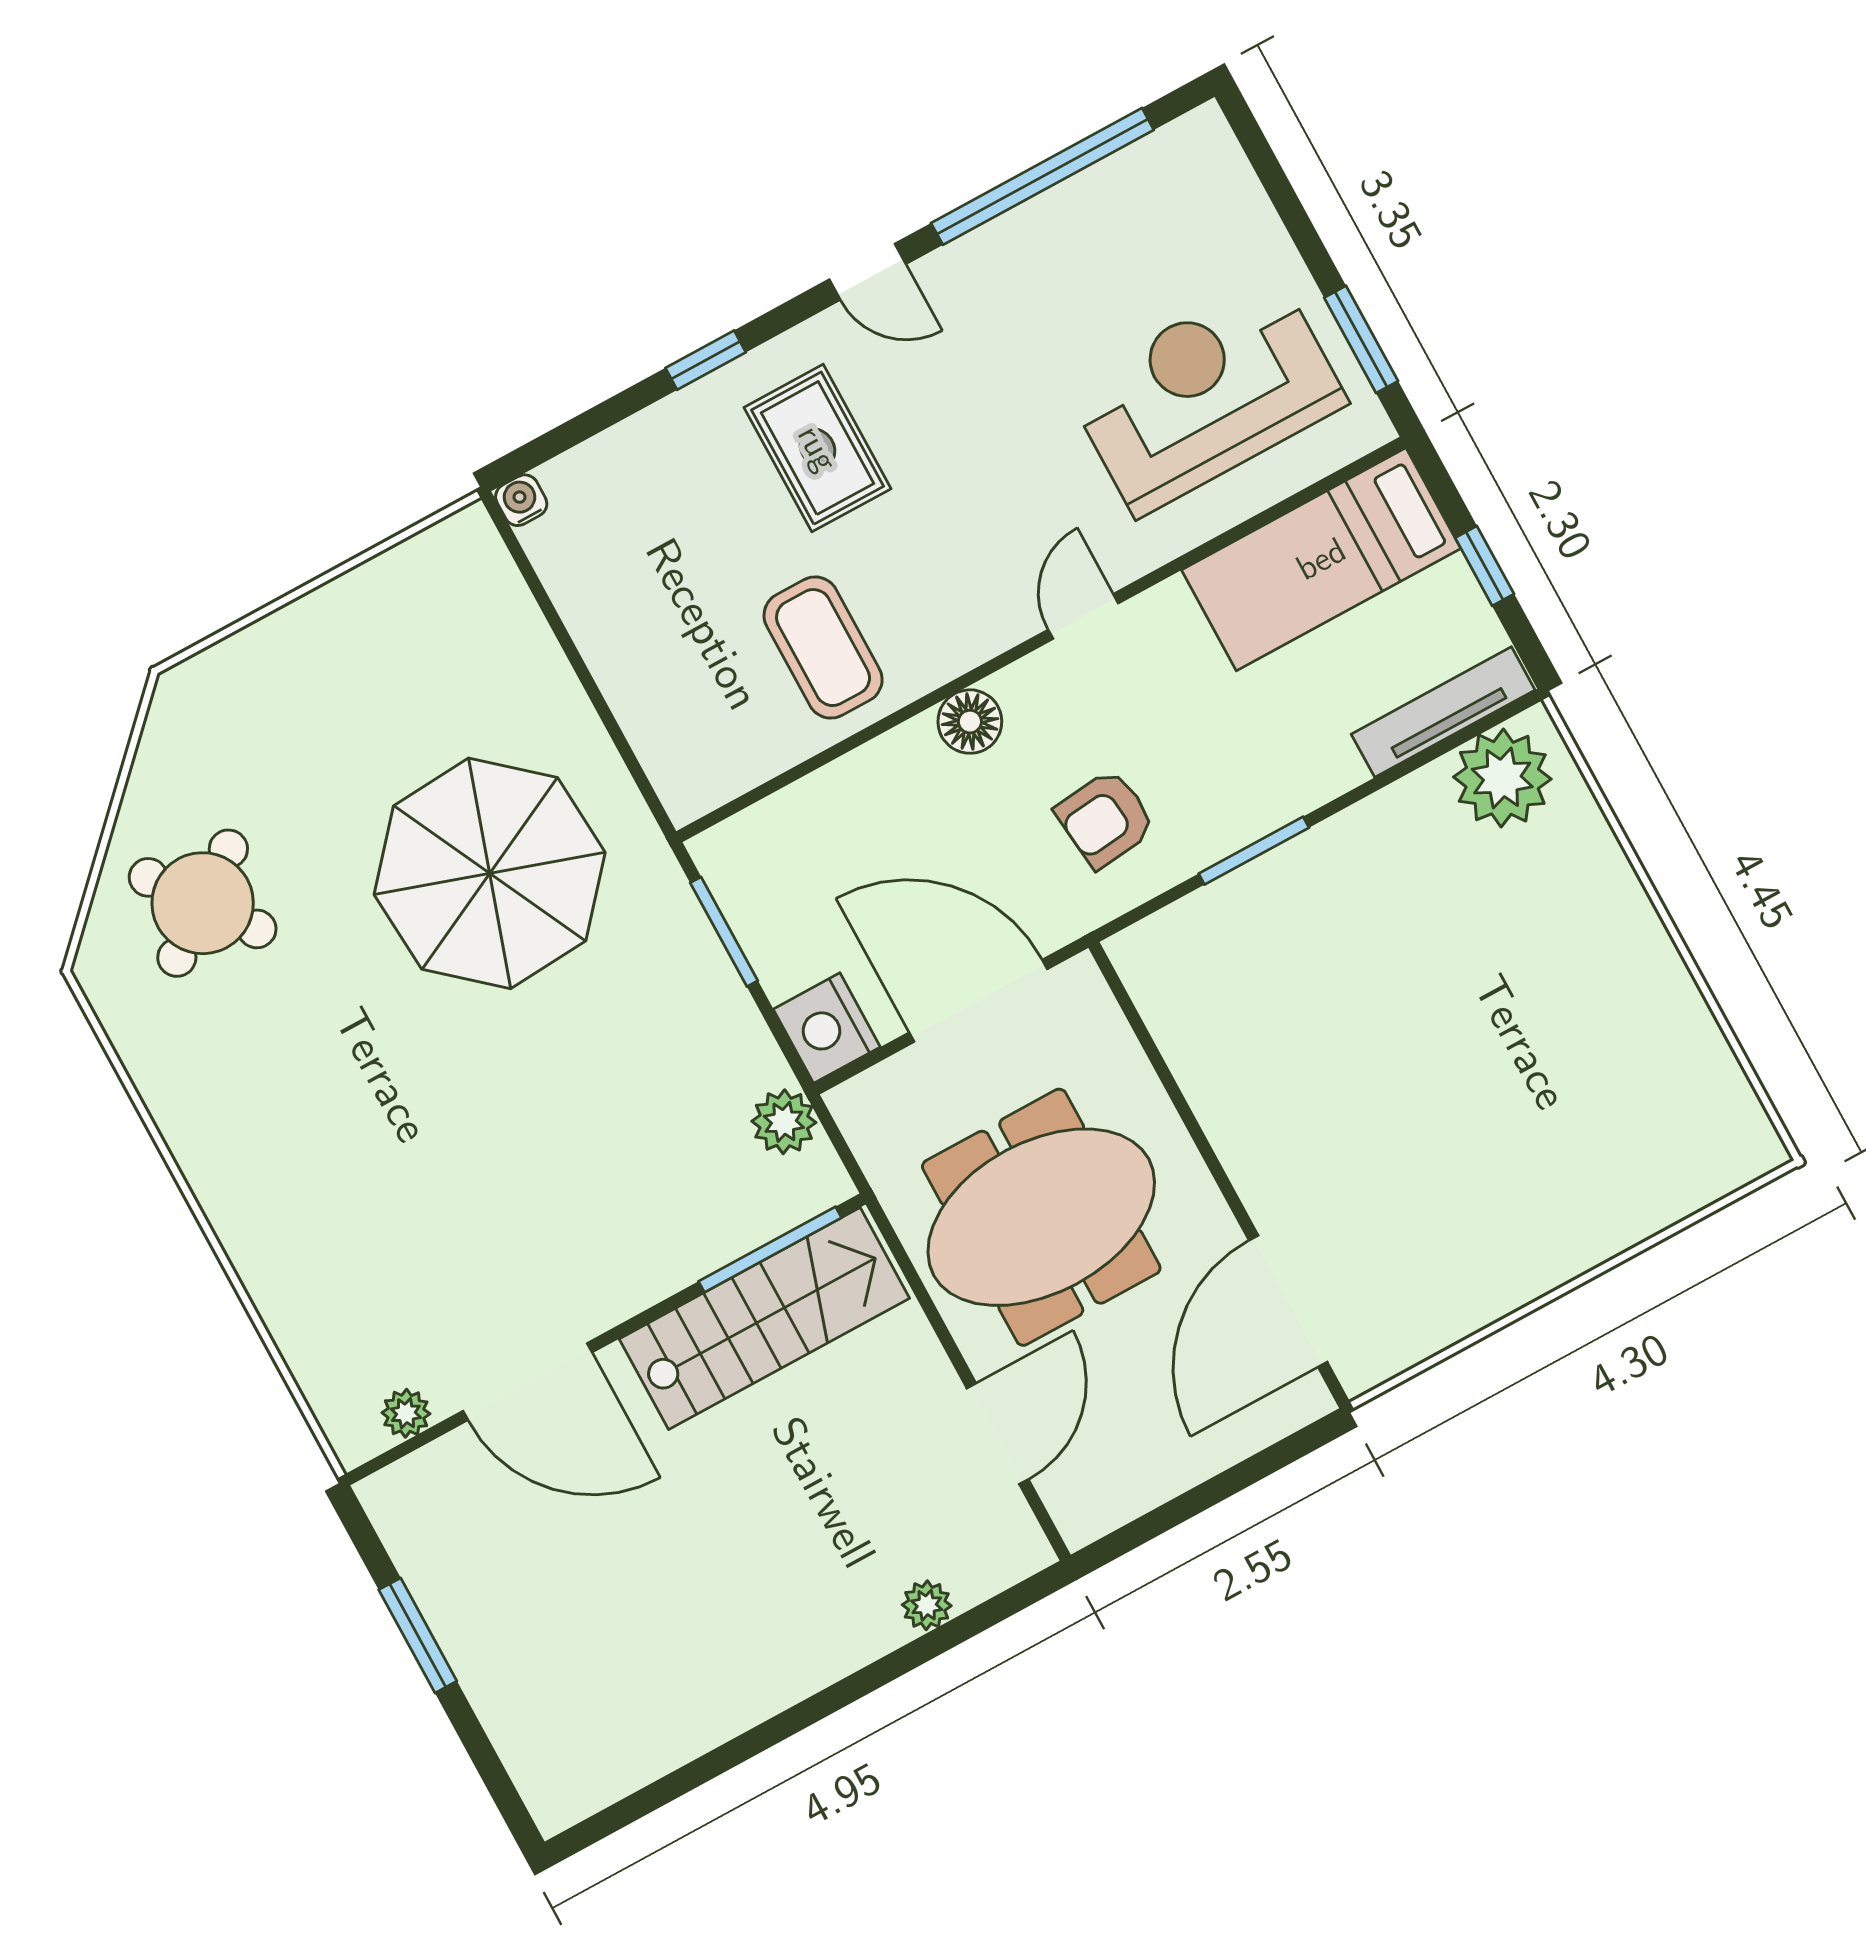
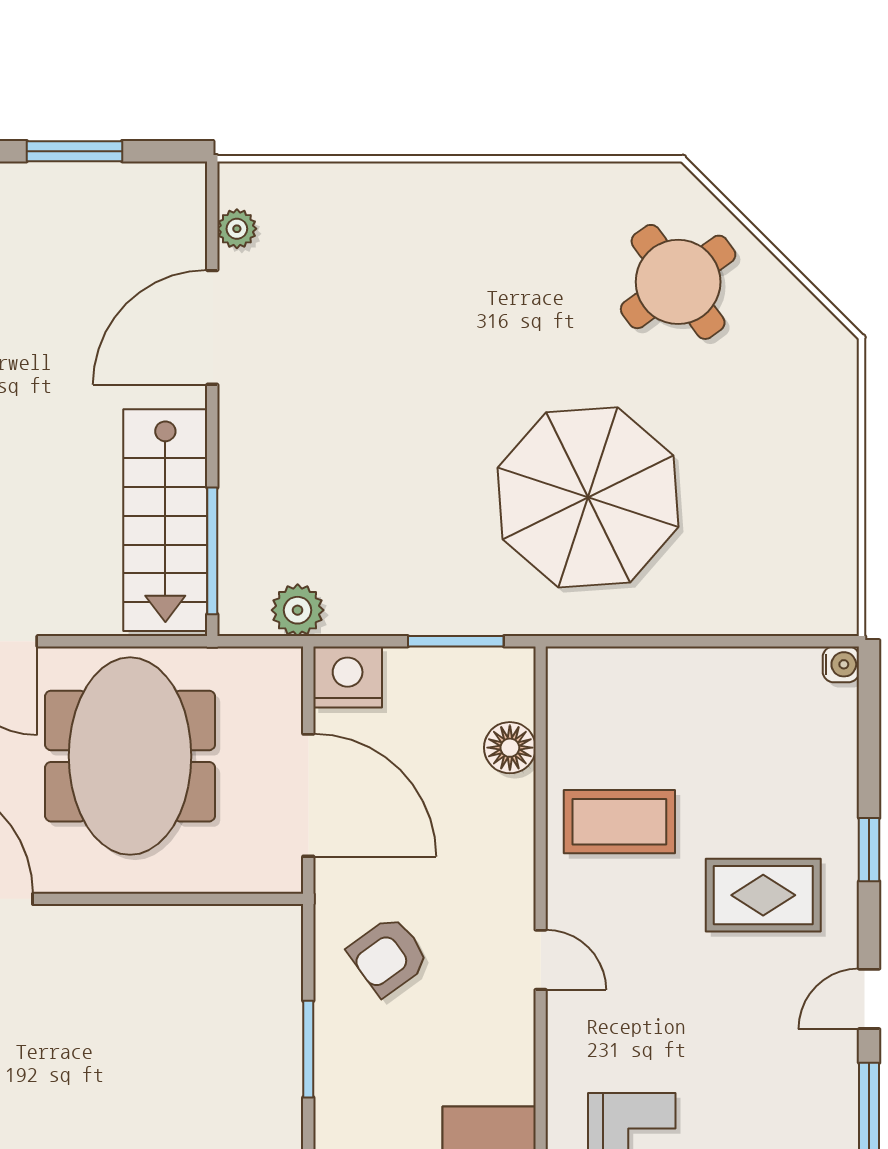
door: (1083, 616) -> (541, 960), moved
floor lamp: (970, 722) -> (510, 748), moved
armchair: (1105, 819) -> (388, 956), turned -120
door: (978, 1001) -> (308, 795), hinge flipped

